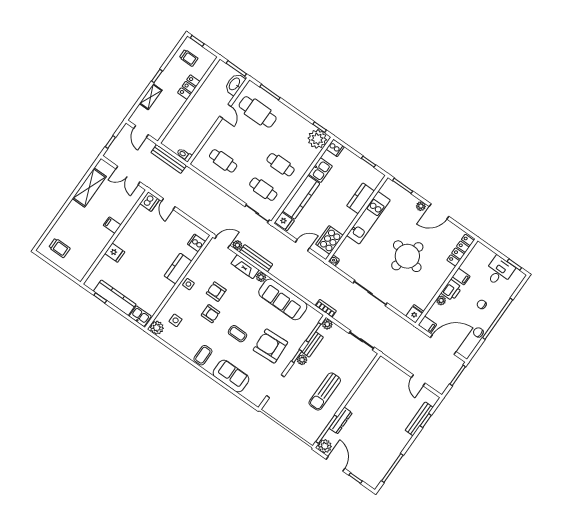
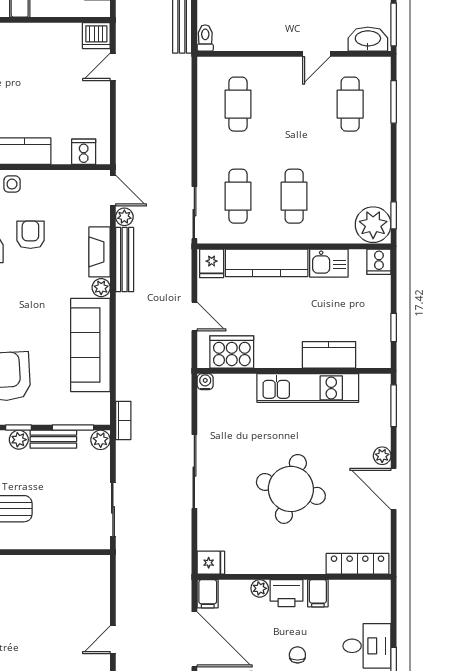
cafe table: (258, 112) -> (350, 104), width x0.73, depth x0.74

